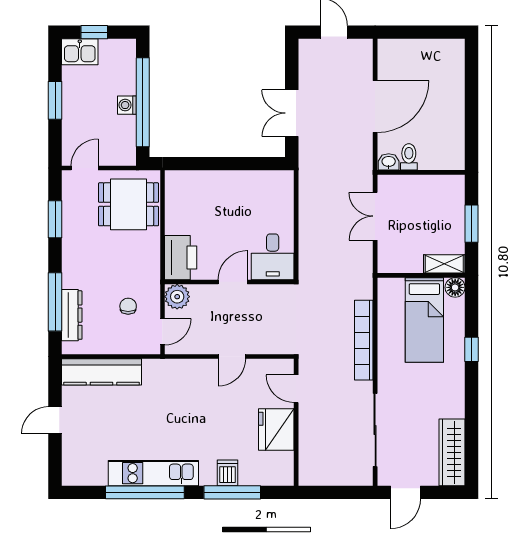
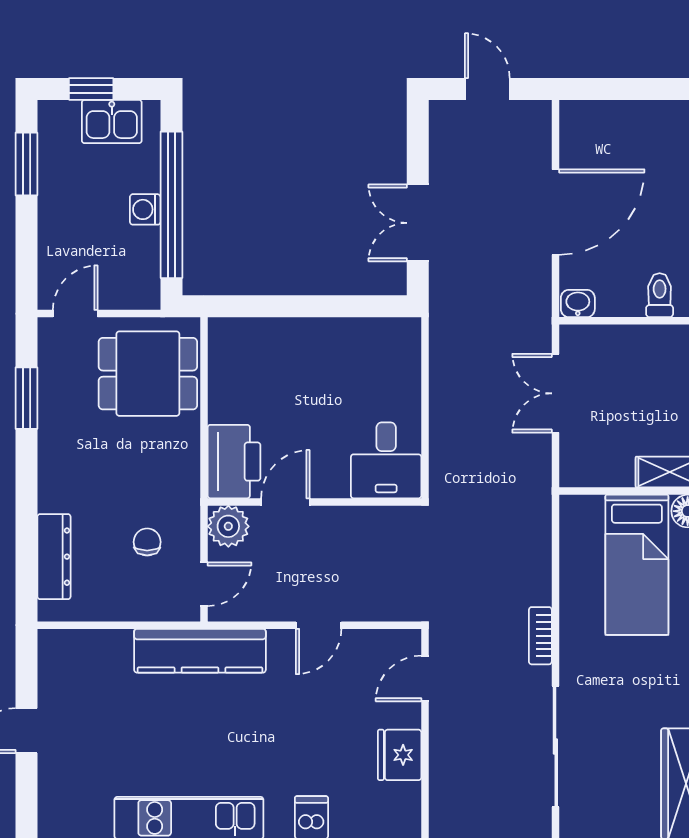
kitchen sink: (80, 52) -> (112, 122), moved
window: (55, 100) -> (26, 164), moved
toilet: (409, 157) -> (660, 295), moved
door: (233, 282) -> (285, 502), moved
window: (55, 302) -> (26, 535), removed
bookcase: (364, 340) -> (540, 636), width x0.43, depth x0.76
kitchen counter: (101, 372) -> (200, 651), moved
door: (296, 389) -> (425, 678), hinge flipped
fridge: (276, 429) -> (400, 755), width x0.73, depth x0.75

